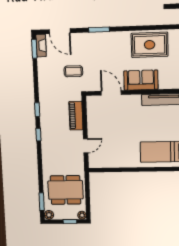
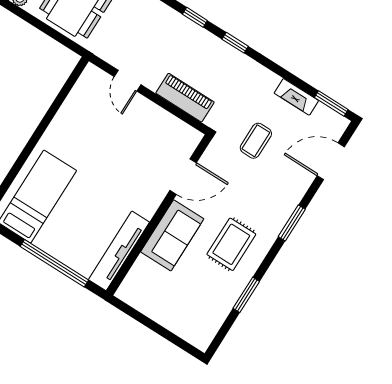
window: (146, 28) -> (246, 295), added
rug: (150, 45) -> (231, 244), moved, width x0.73, depth x0.70
fireplace: (41, 46) -> (296, 97), moved

